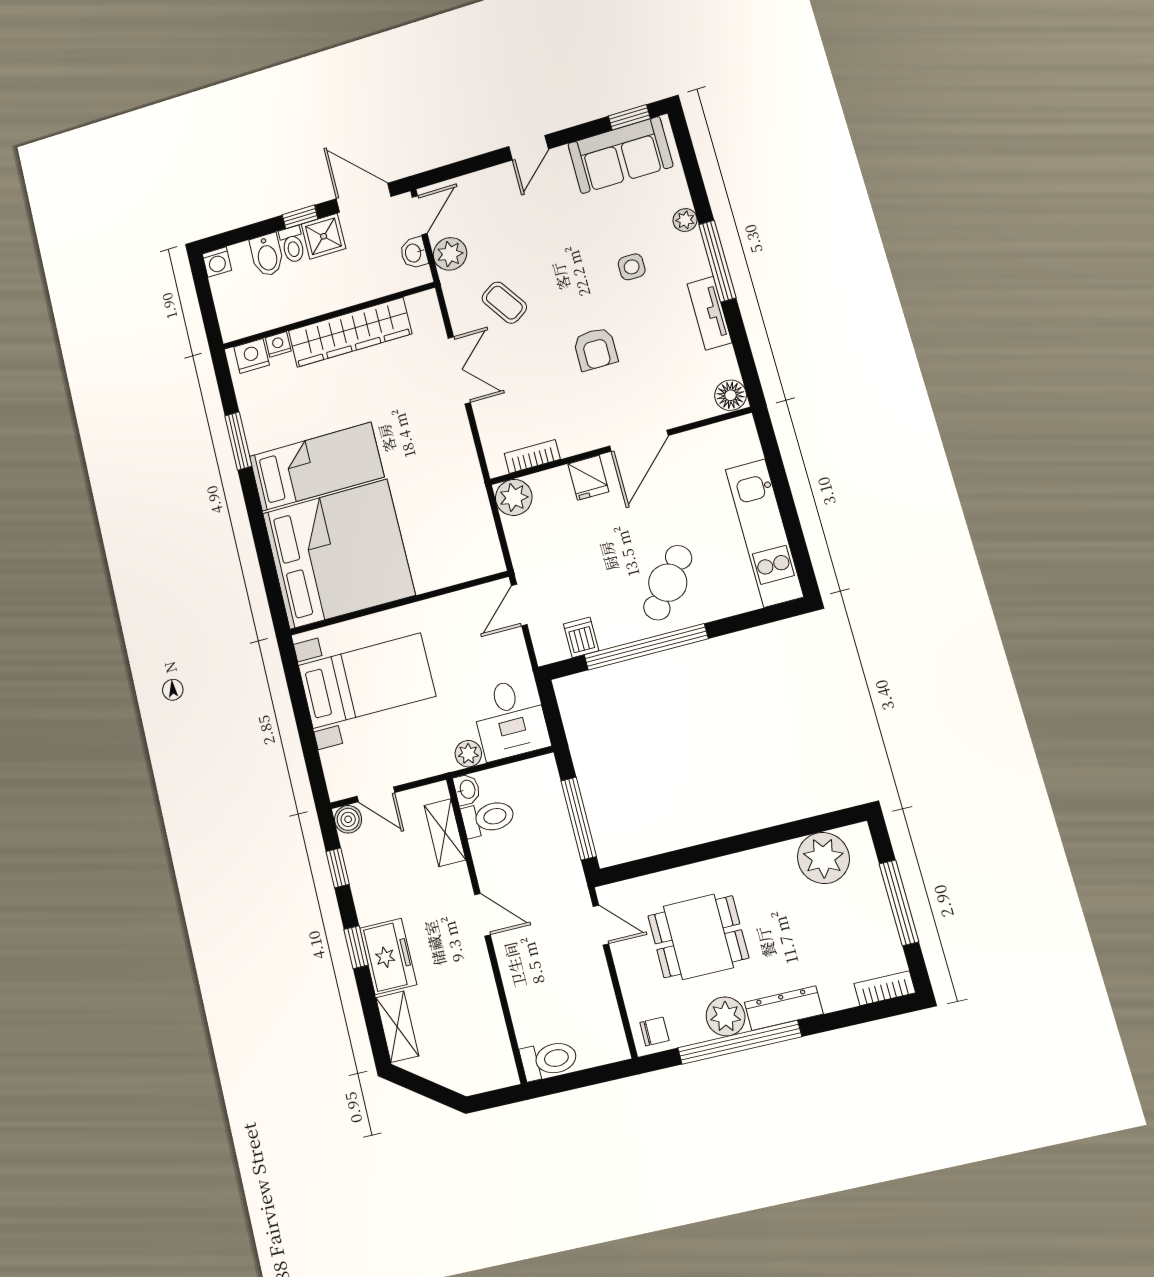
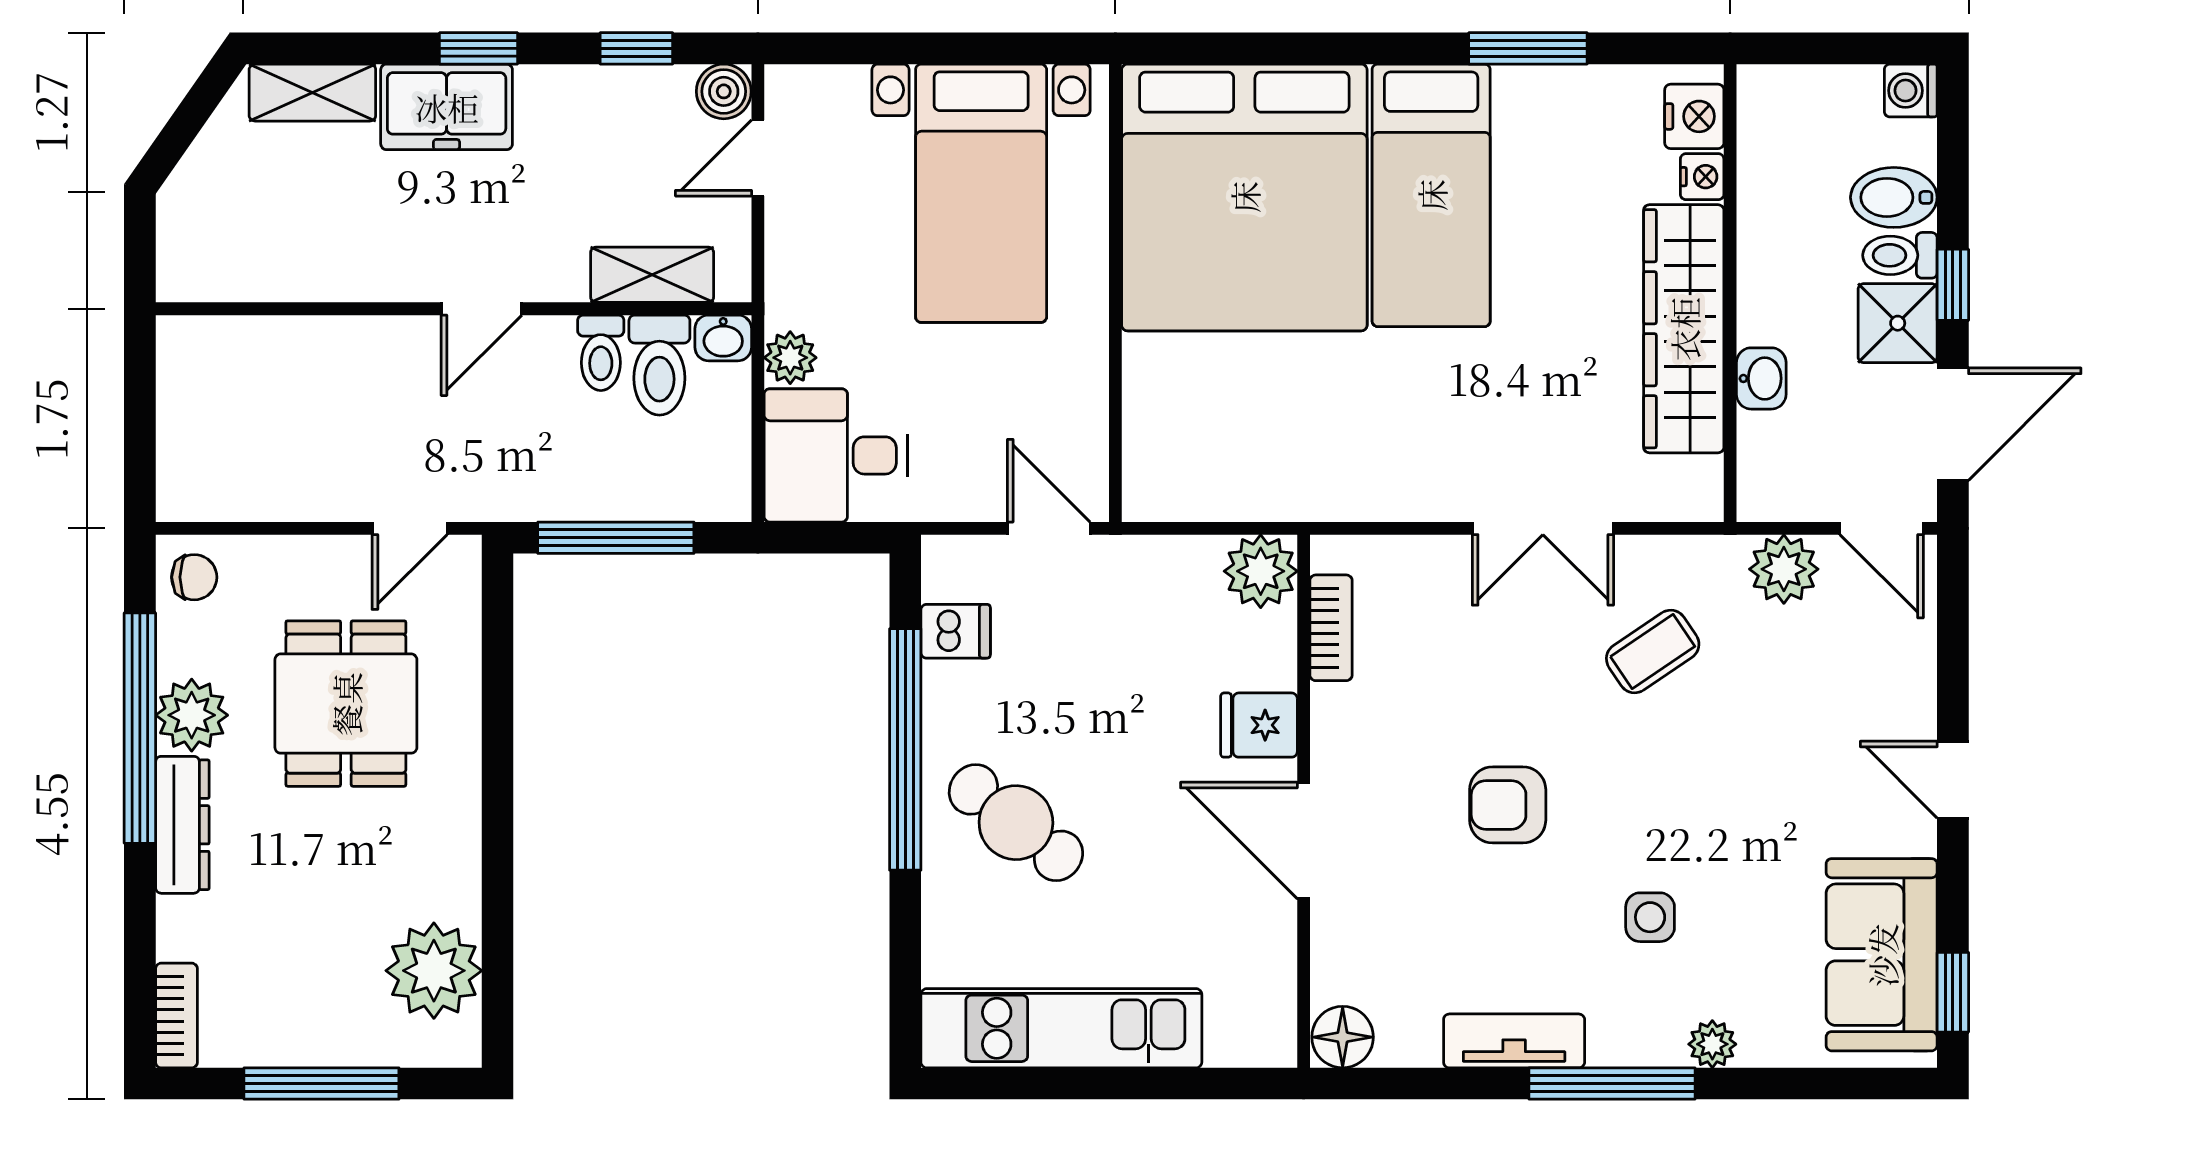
washbasin: (414, 253) -> (1761, 378), moved, turned 90
chair: (654, 1031) -> (194, 577), turned -90
toilet: (549, 1060) -> (601, 353), moved, width x0.73, depth x0.72

